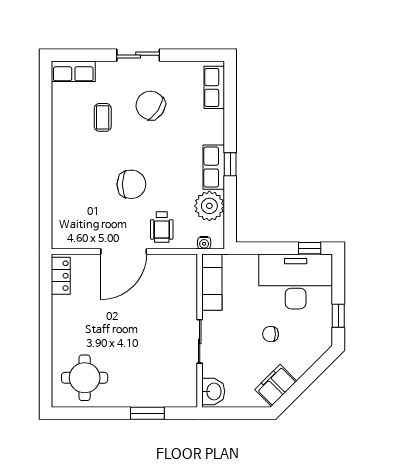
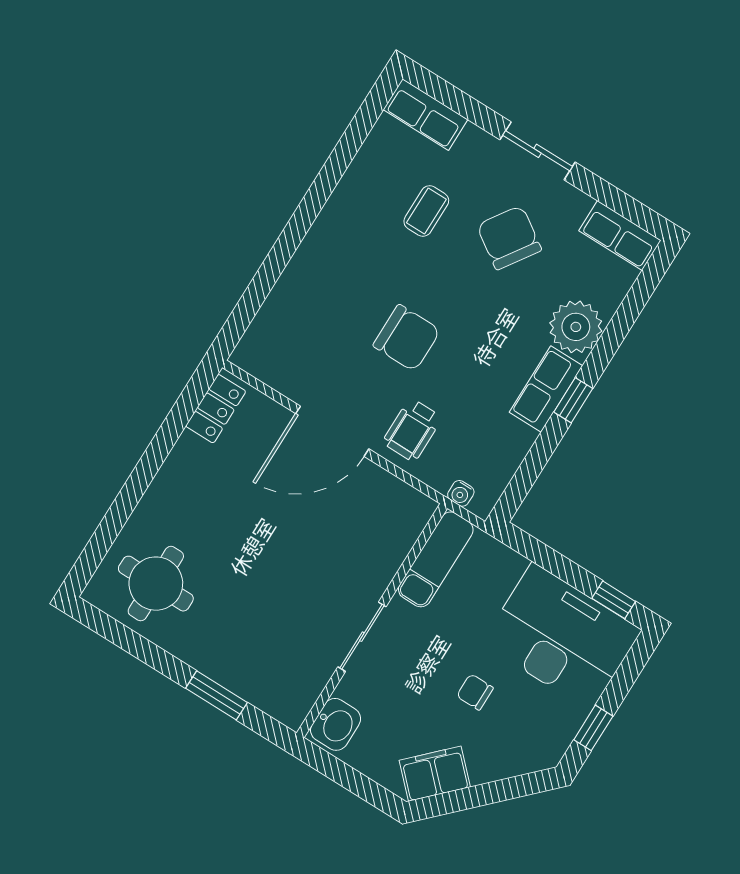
row of seats: (214, 87) -> (620, 235), moved, turned -90
plant: (209, 206) -> (576, 327), moved

